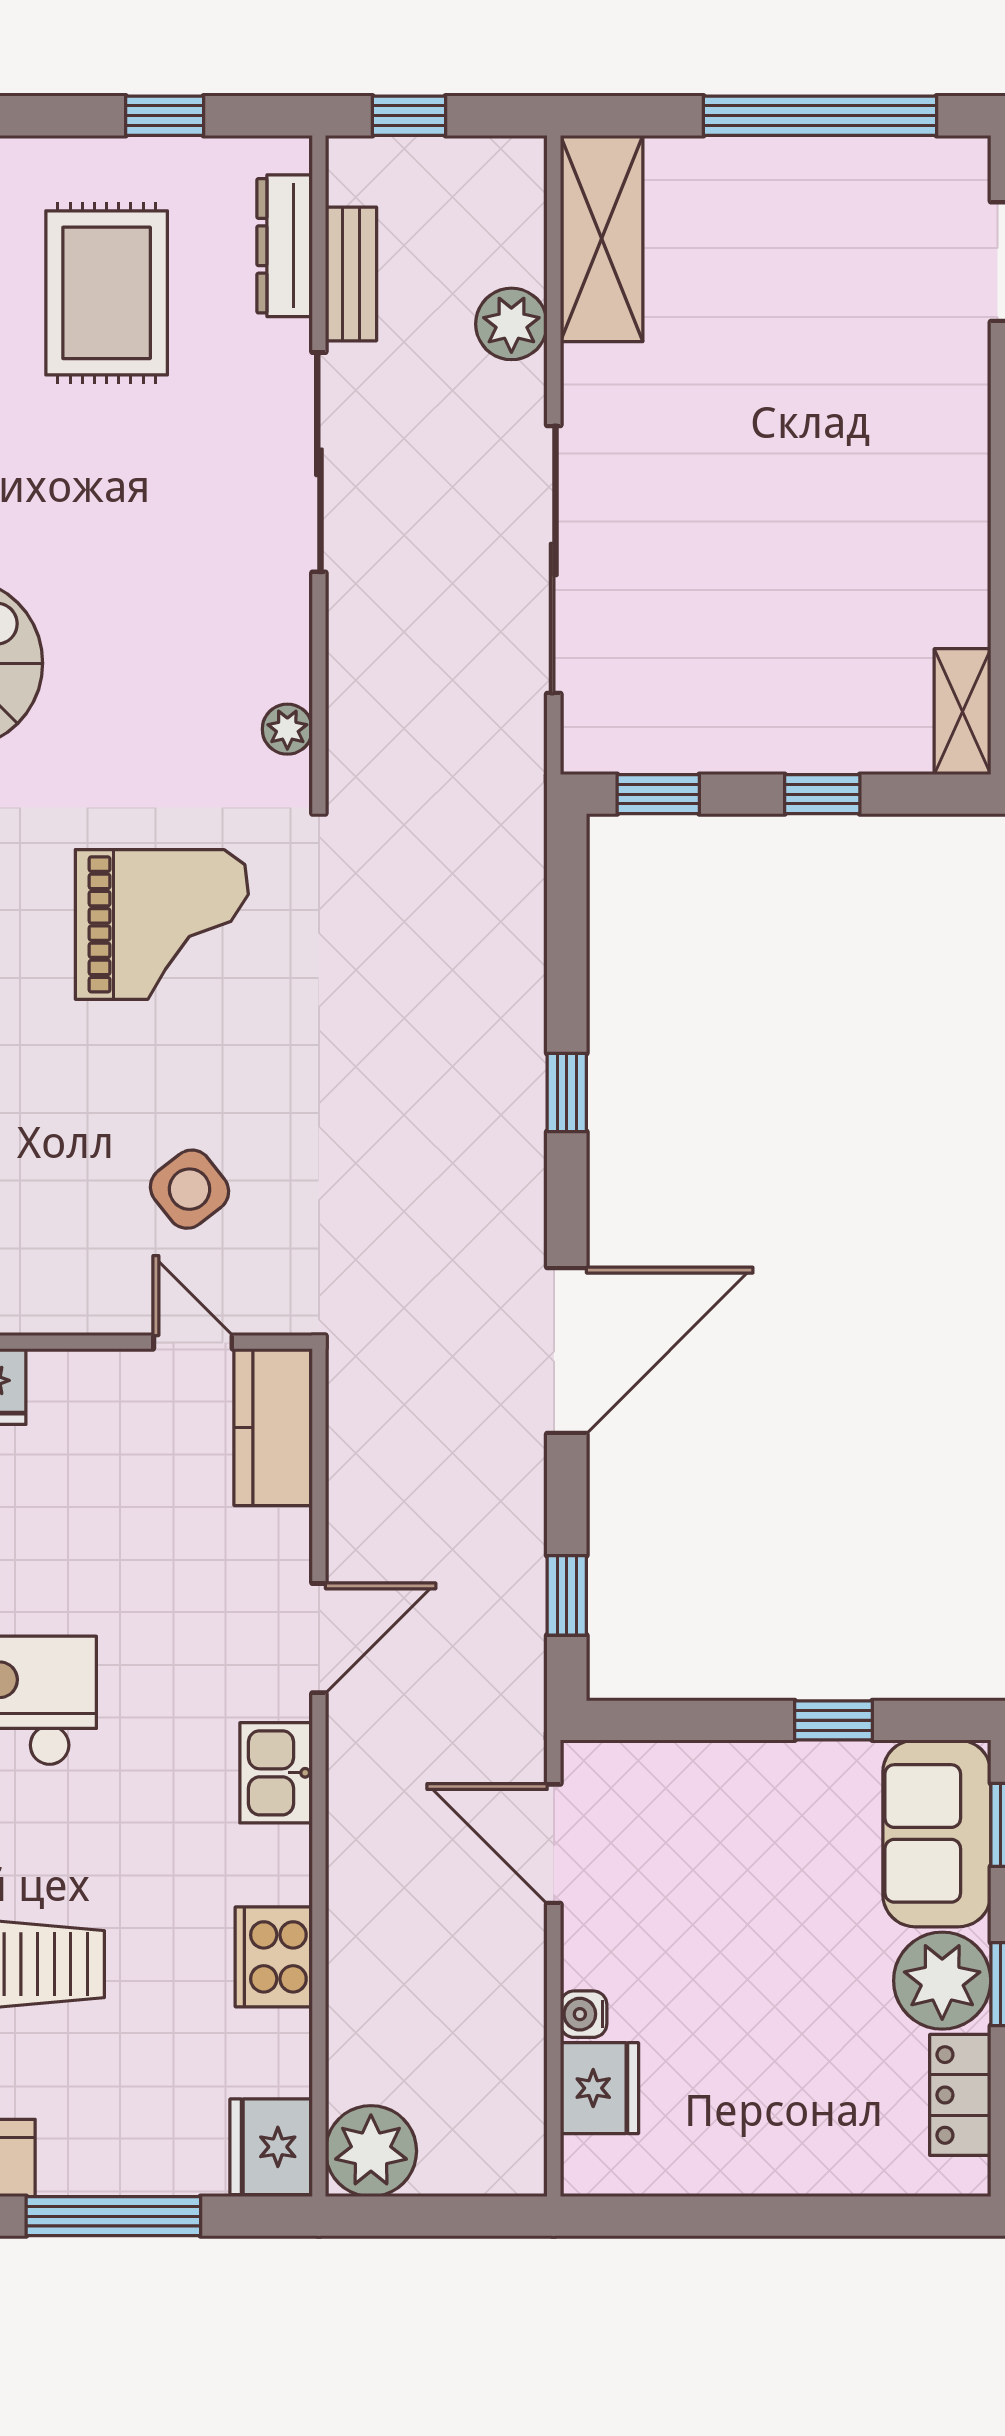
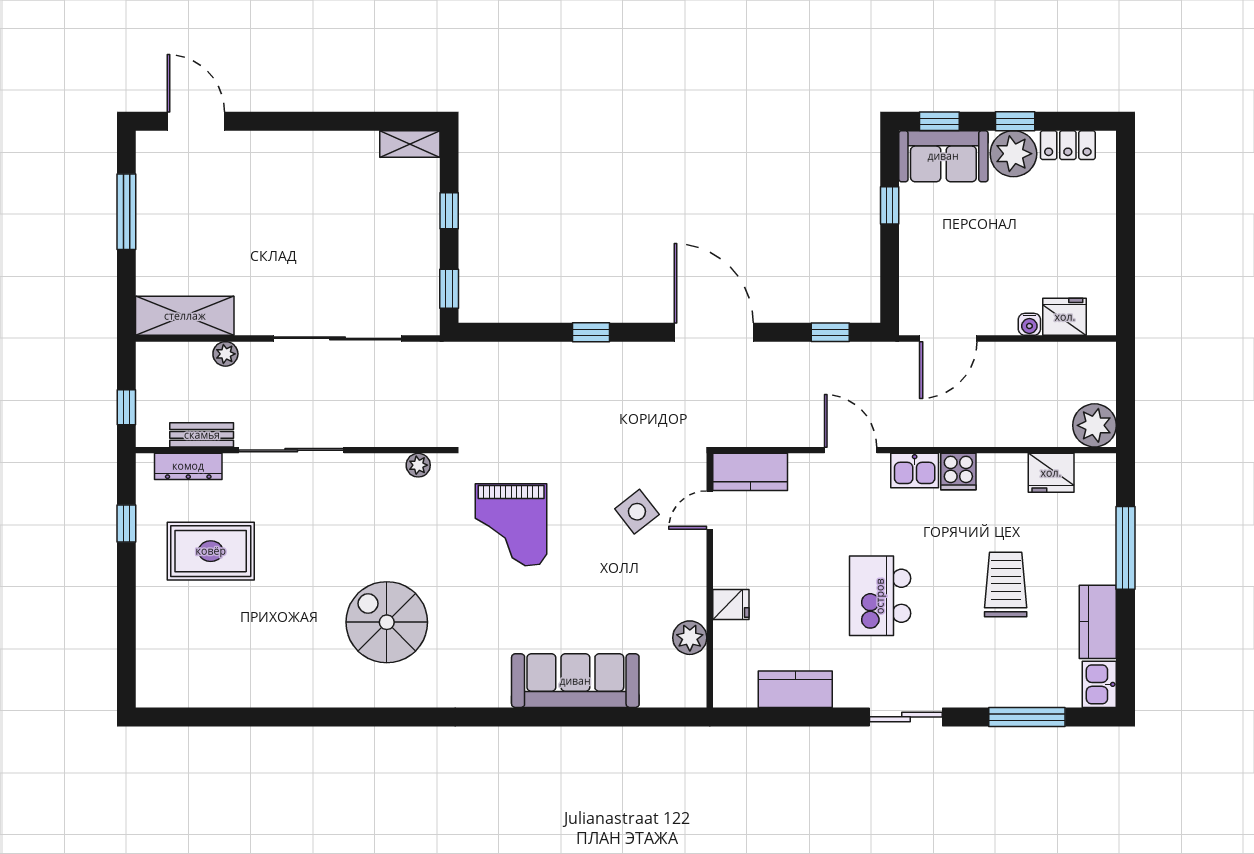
window: (820, 116) -> (126, 212), width x0.68
plant: (511, 324) -> (225, 354), width x0.73, depth x0.73
grand piano: (162, 924) -> (511, 525), turned 180
cooker: (274, 1957) -> (958, 472), moved, width x0.73
fridge: (271, 2147) -> (1051, 473), moved

